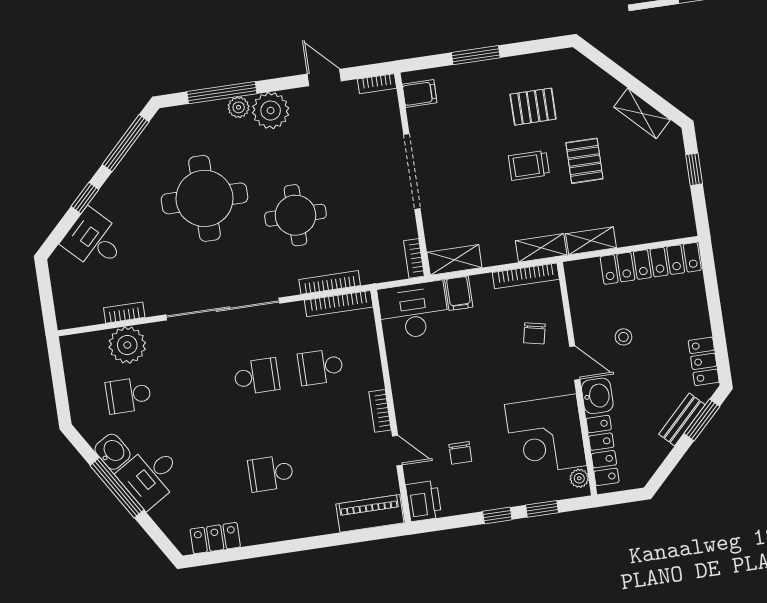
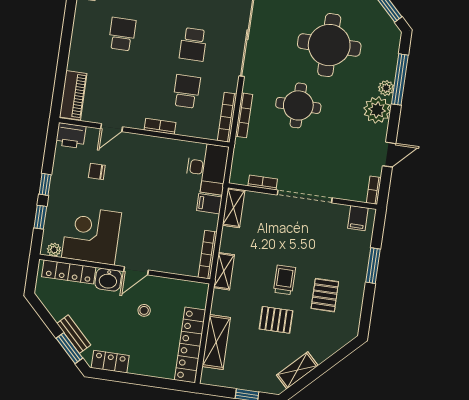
shelving: (591, 241) -> (216, 342), moved, width x1.50, depth x1.33
bookcase: (414, 258) -> (263, 182), moved
chair: (534, 333) -> (165, 249), removed
bookcase: (380, 411) -> (160, 126), moved

